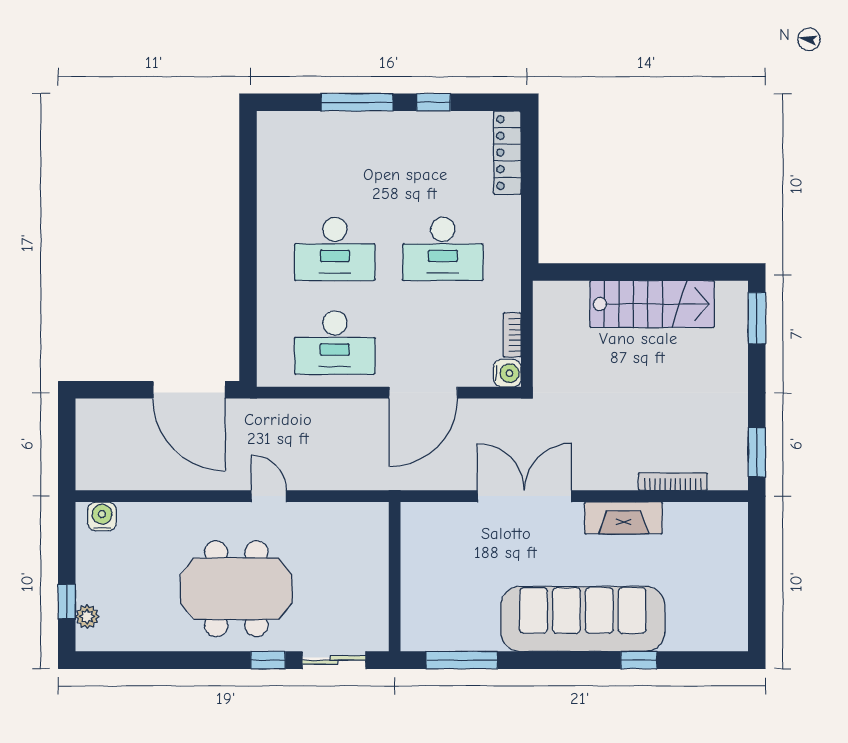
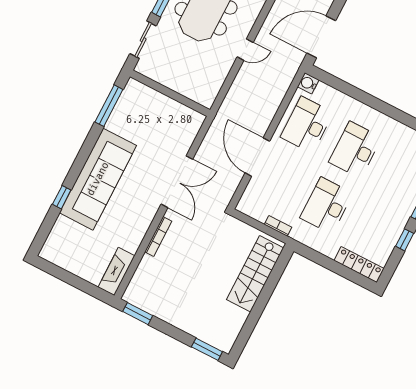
stairs: (652, 304) -> (255, 274), moved
bookcase: (512, 335) -> (278, 226), moved
water cooler: (507, 373) -> (308, 83), moved, turned 90
bookcase: (673, 482) -> (158, 236), moved
fireplace: (624, 518) -> (116, 271), moved

